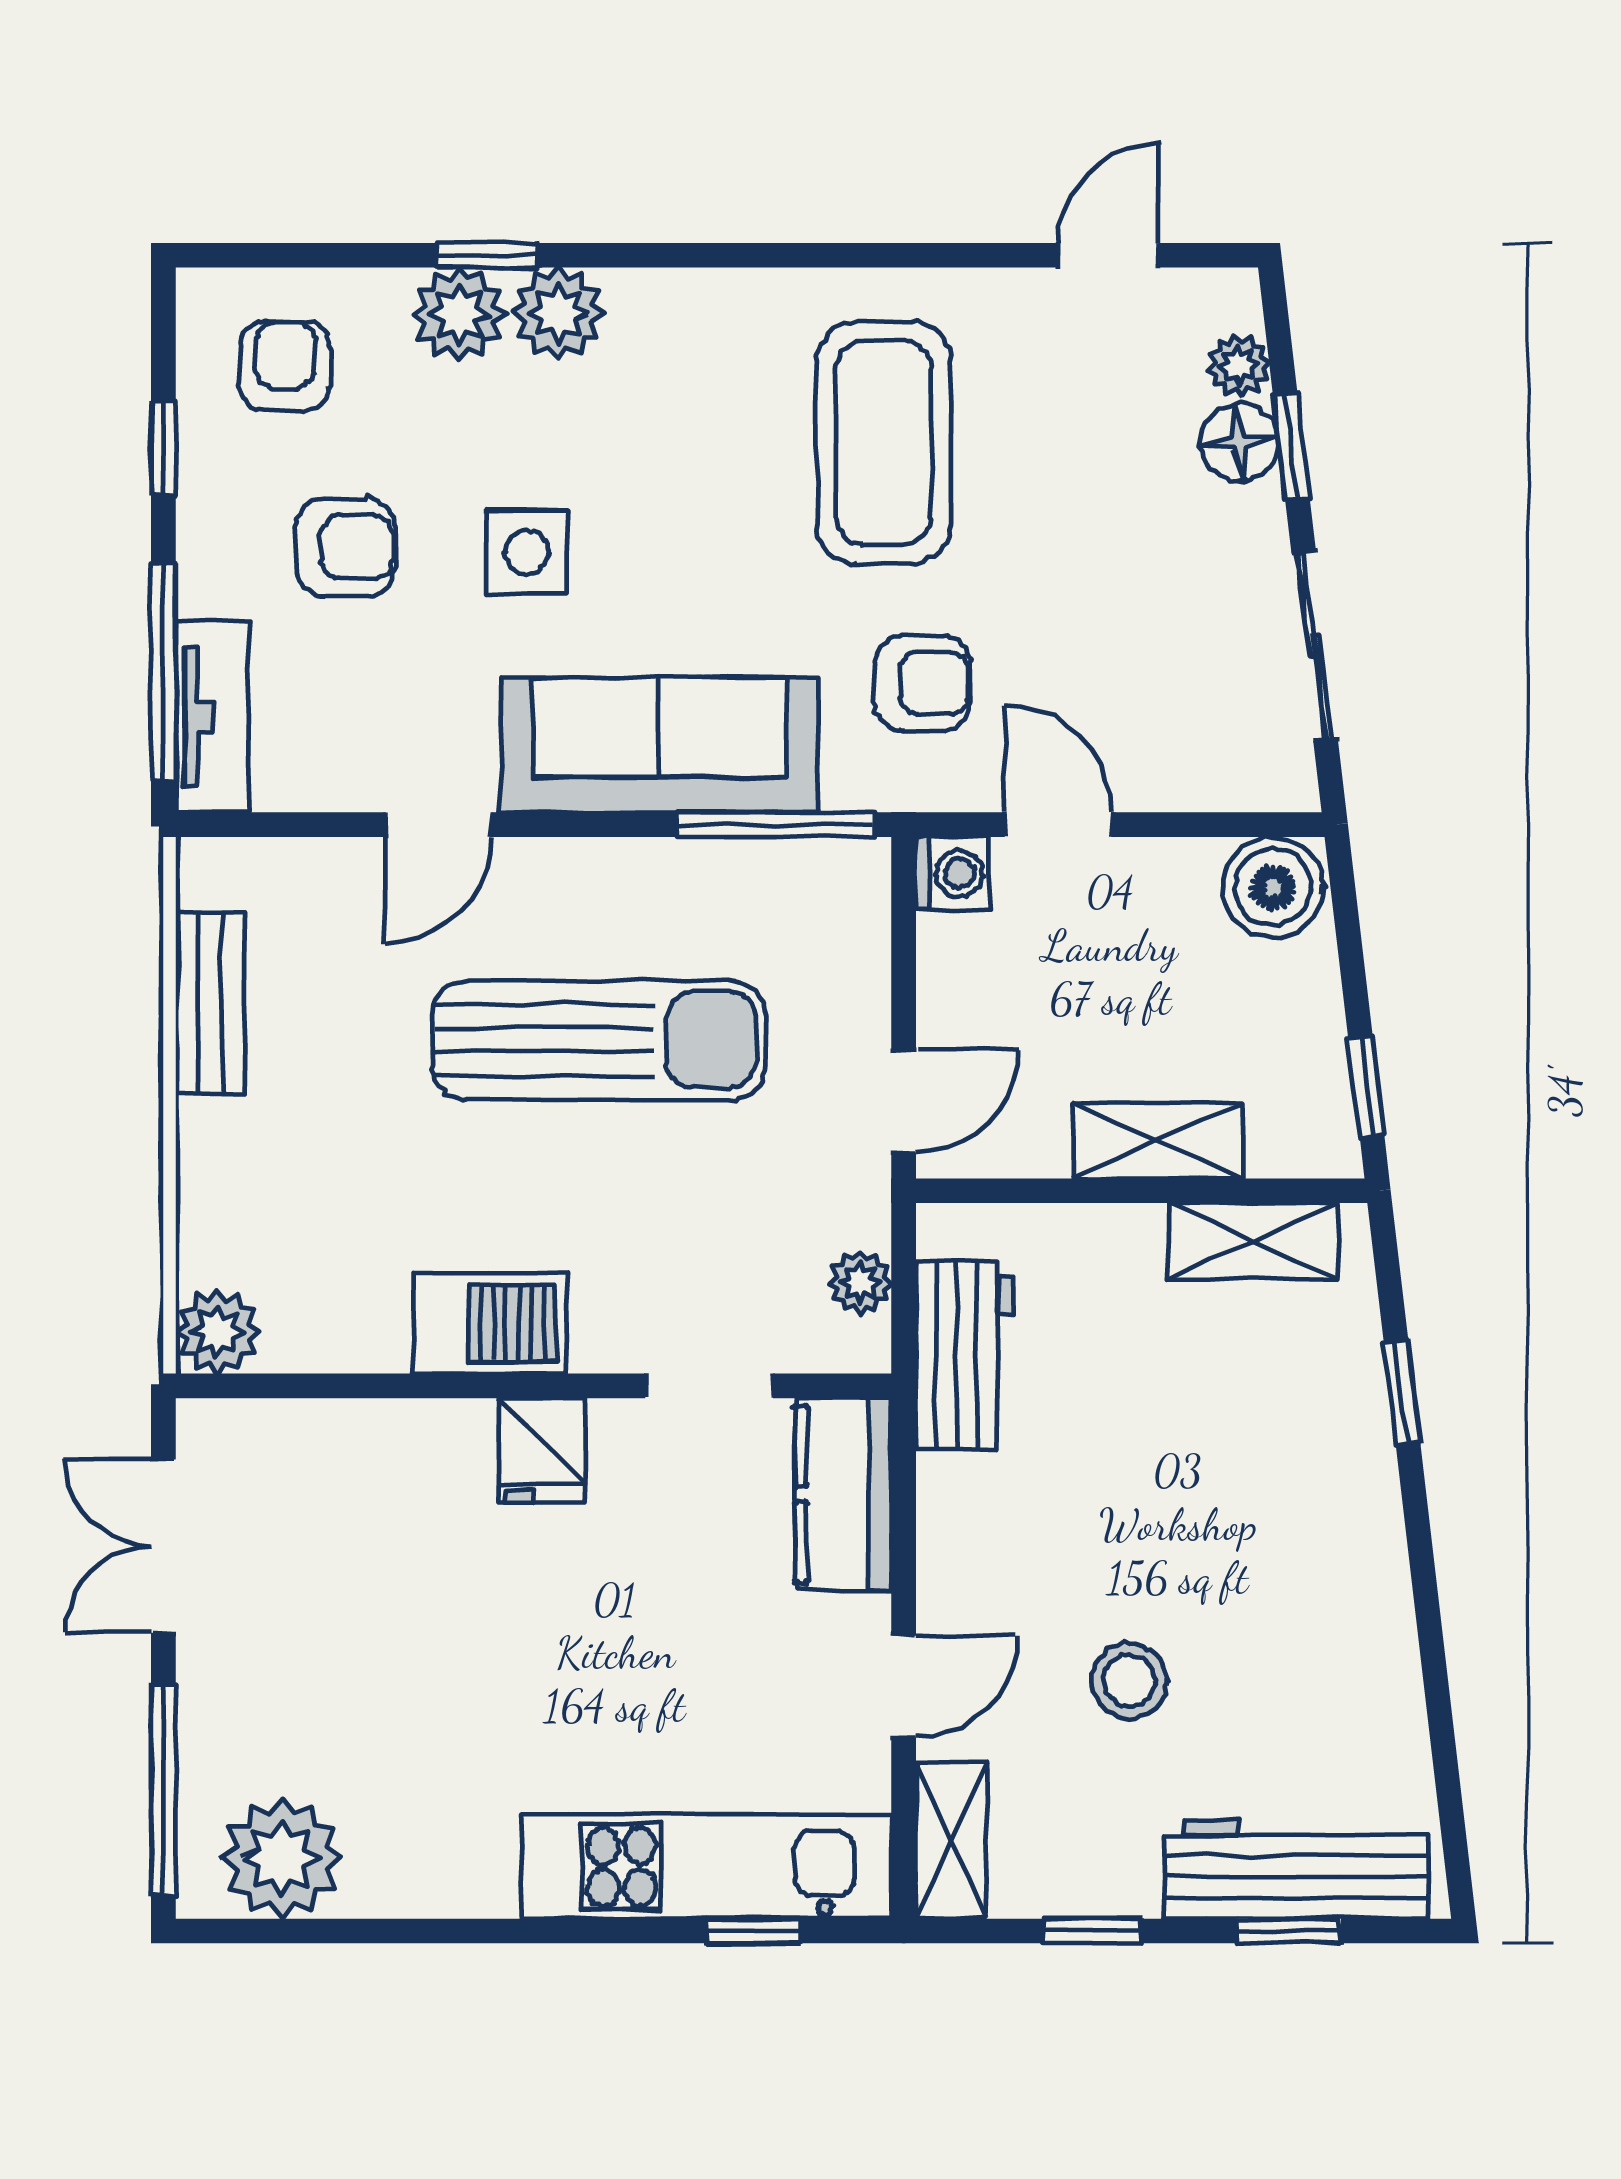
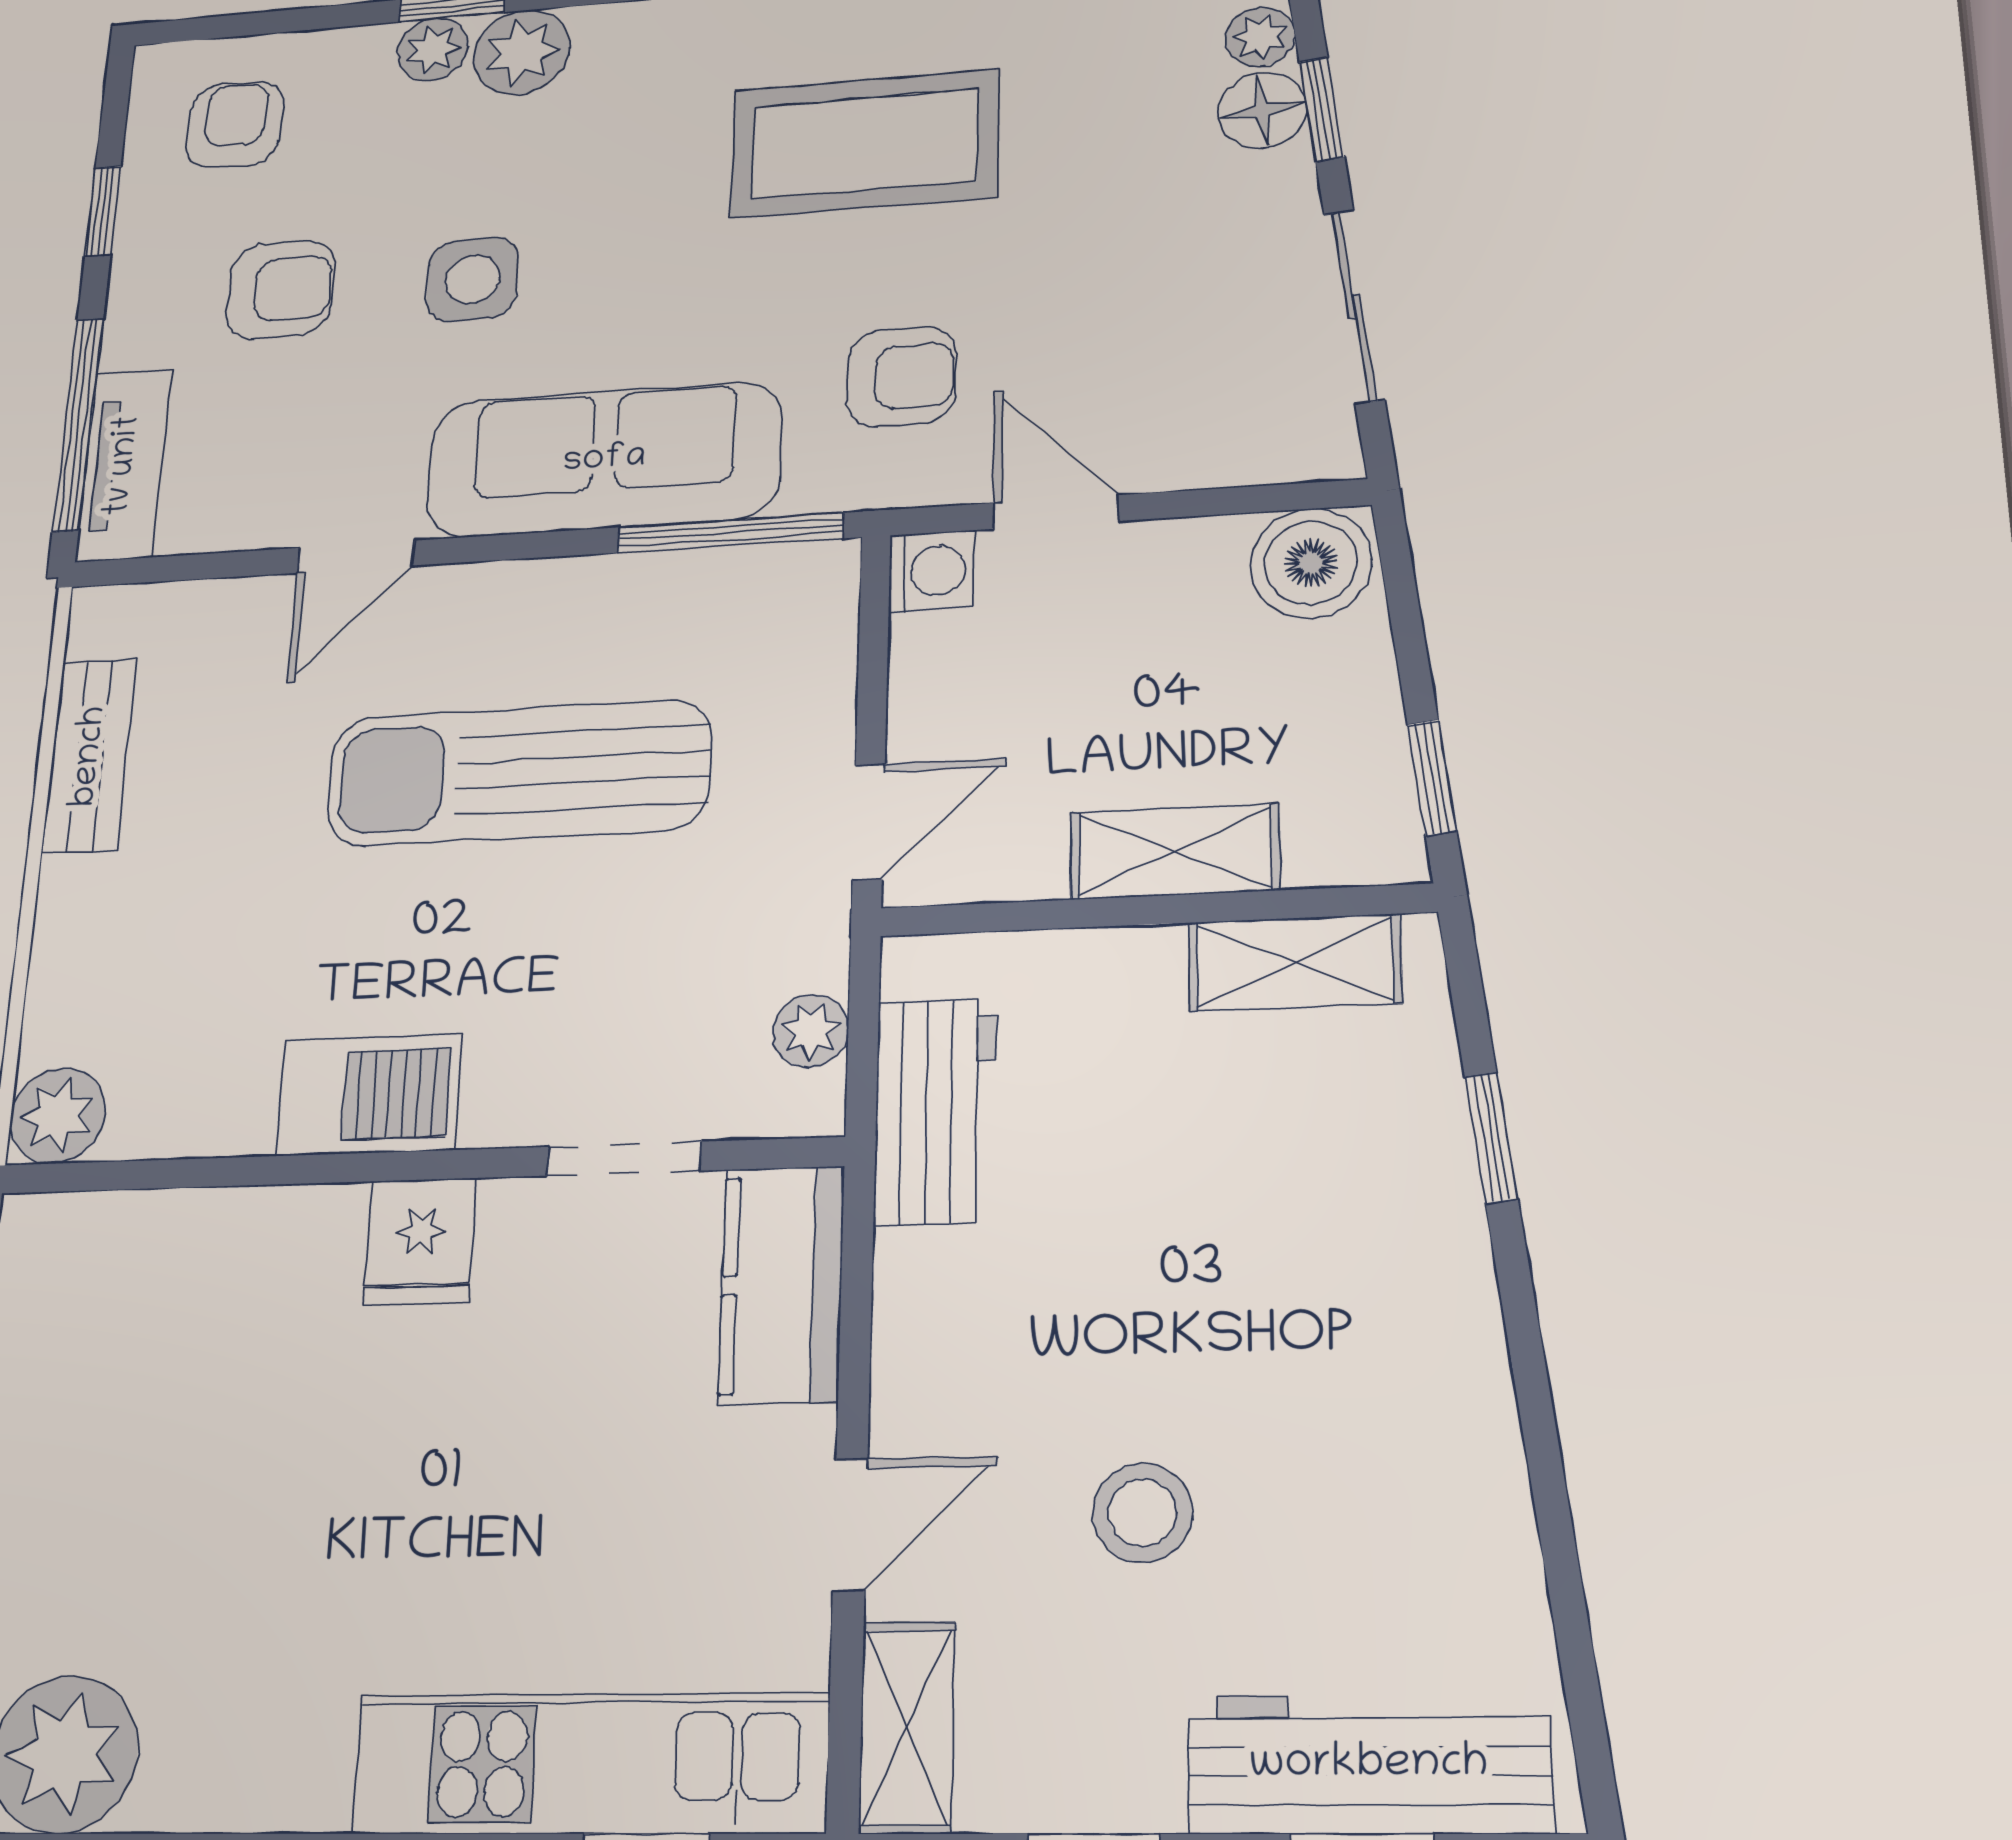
plant: (459, 314) -> (433, 49), width x0.73, depth x0.73
coffee table: (884, 443) -> (865, 144), turned 90
sun lounger: (599, 1040) -> (518, 773), turned 180

